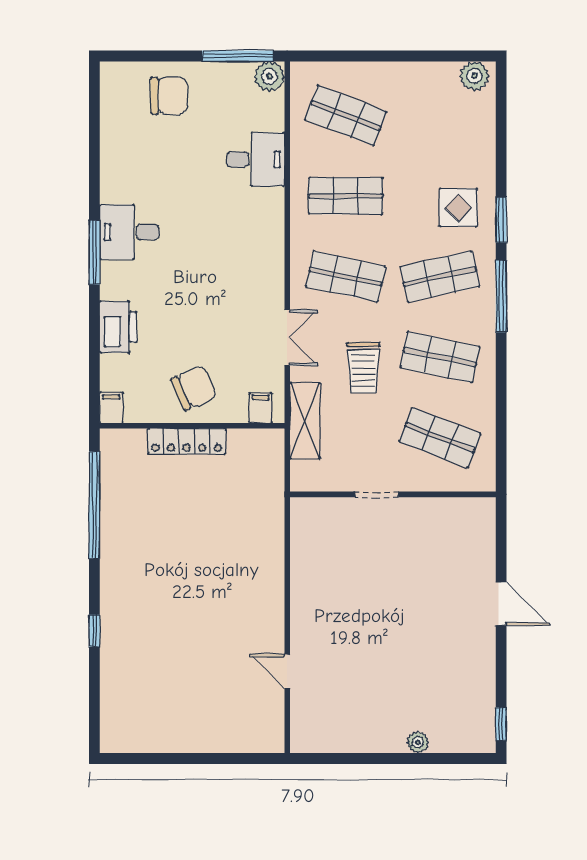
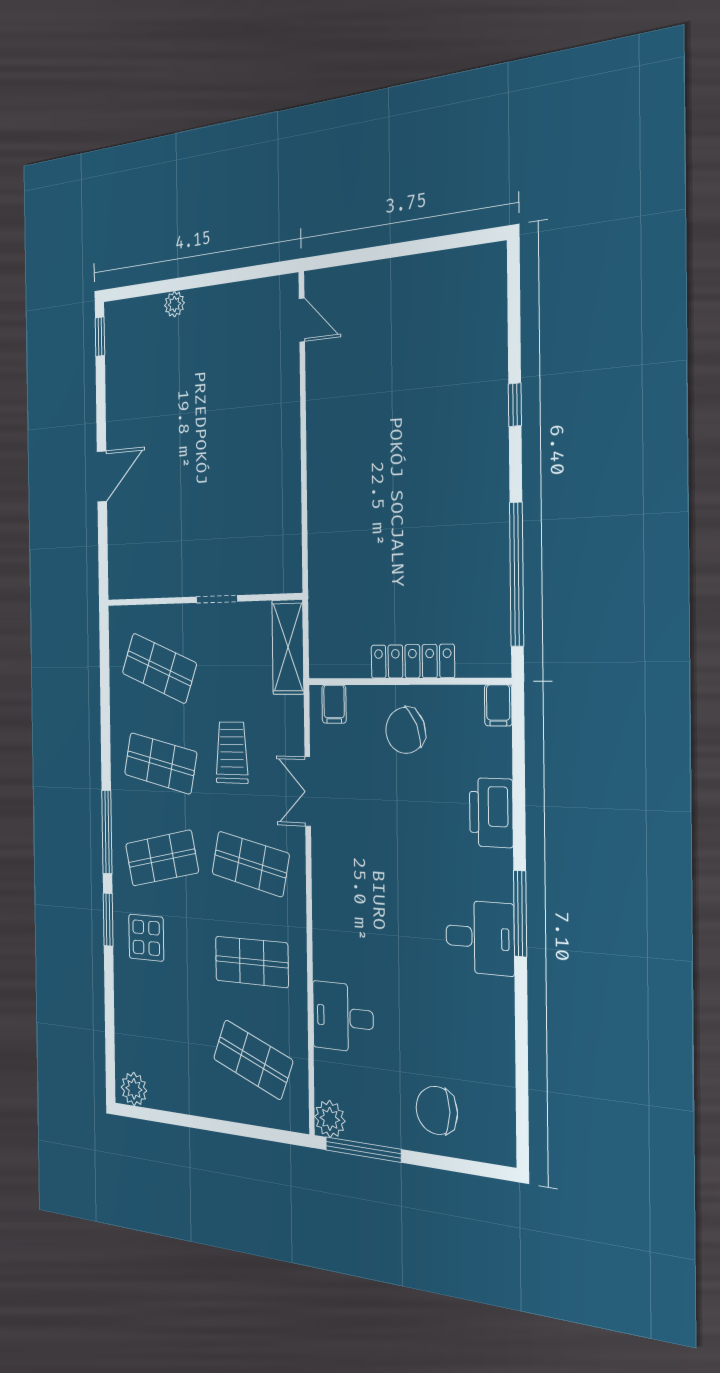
shelving: (305, 421) -> (288, 647), moved
door: (501, 604) -> (102, 476), swing flipped
door: (287, 671) -> (302, 320), moved

